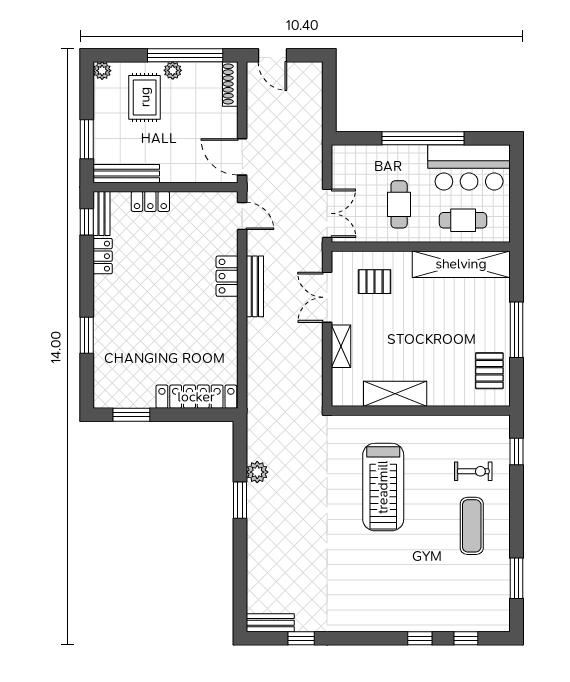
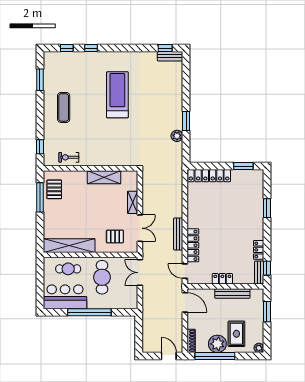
plant: (173, 70) -> (217, 344), width x1.87, depth x1.87
bench: (126, 174) -> (232, 294), moved
locker: (150, 201) -> (222, 279), moved
cafe table: (399, 204) -> (102, 277), width x1.37, depth x1.35
locker: (227, 276) -> (193, 245), width x1.53
window: (517, 330) -> (40, 197), moved
exercise bike: (473, 471) -> (69, 157), moved
treadmill: (383, 487) -> (117, 95), moved
window: (301, 638) -> (165, 48), moved

